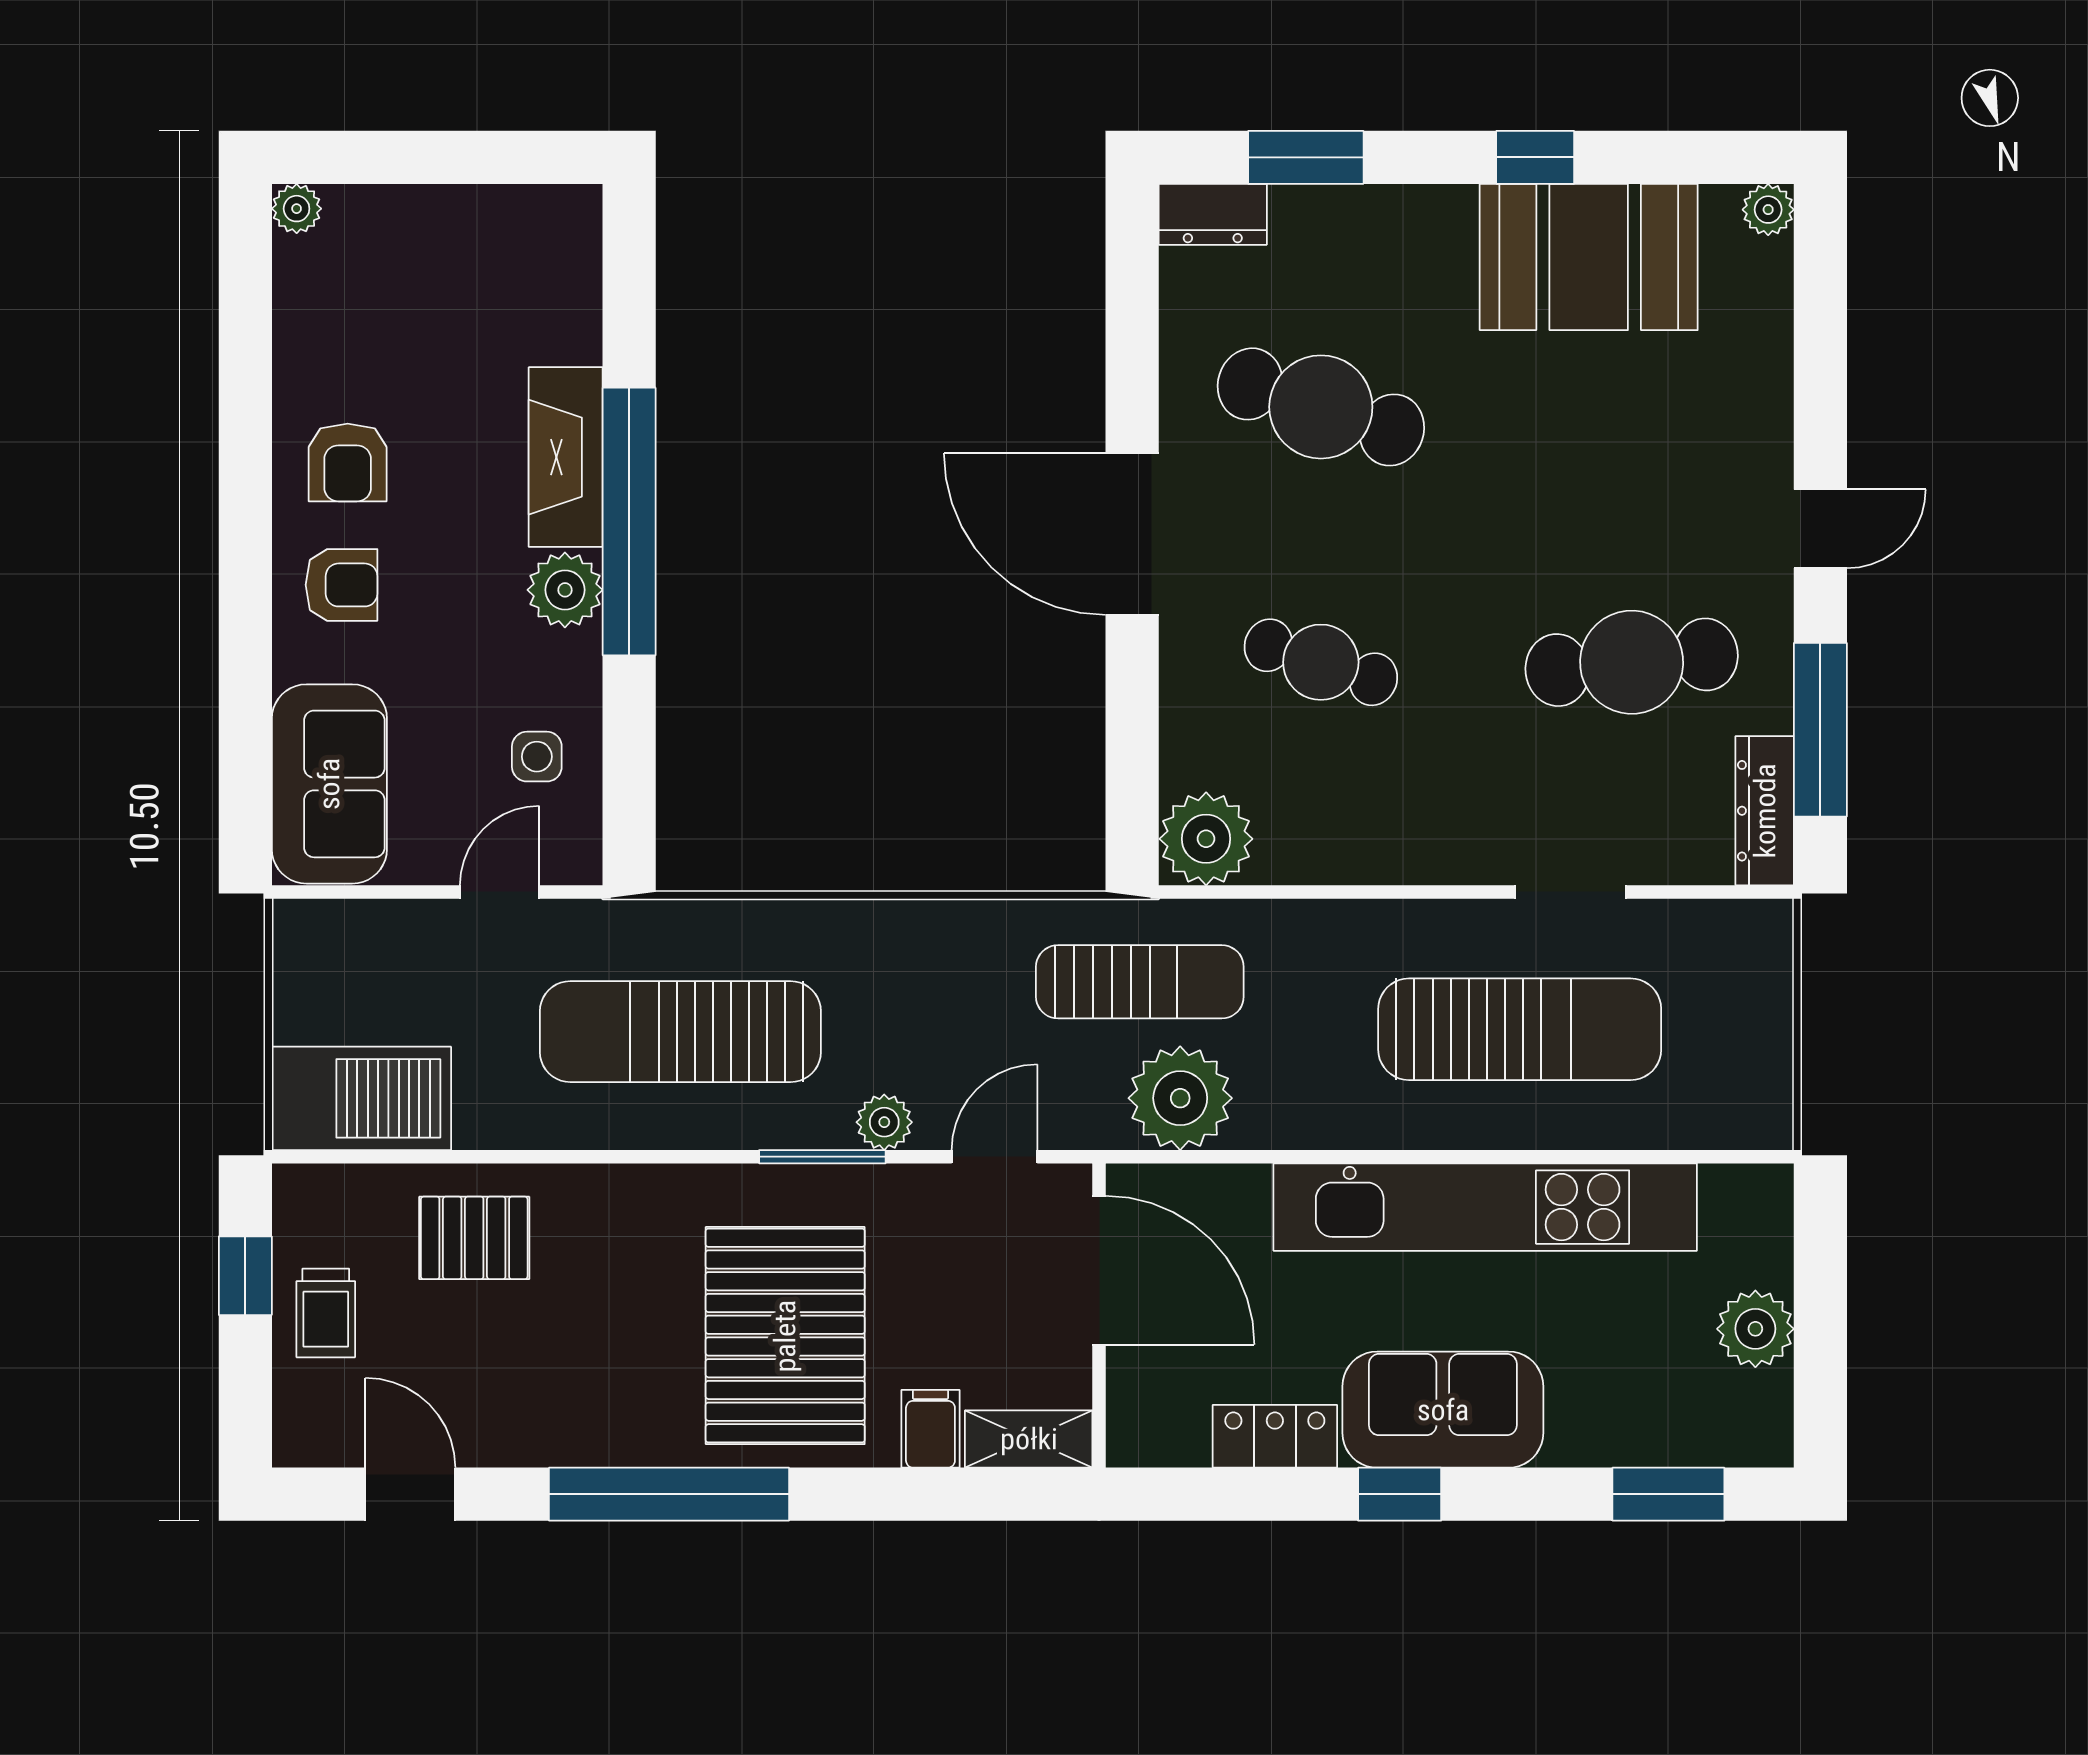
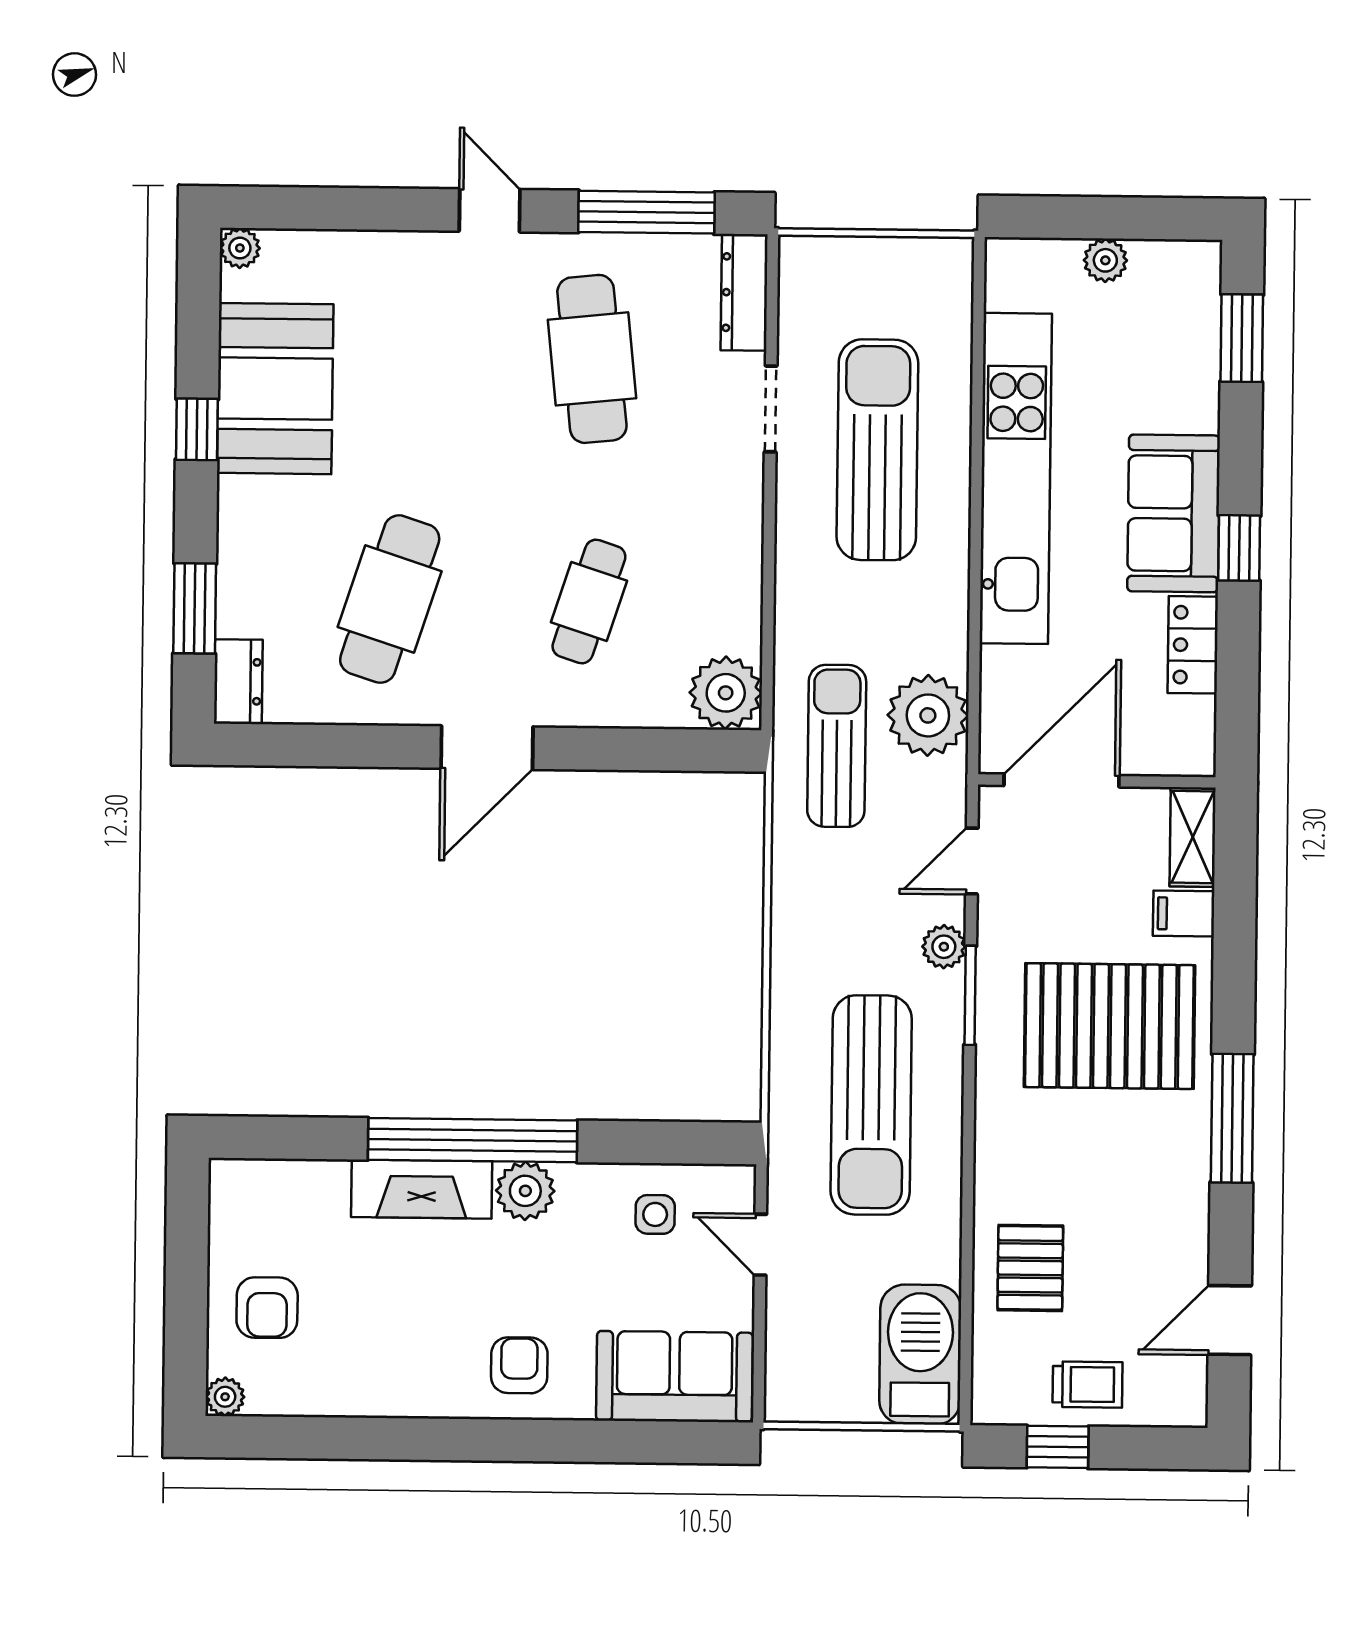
armchair: (348, 463) -> (267, 1308), moved, turned 90
door: (1132, 534) -> (487, 748), width x0.73
dresser: (1765, 811) -> (744, 292), moved, turned 90
door: (995, 1157) -> (972, 861), hinge flipped
plant: (1755, 1329) -> (1105, 260), width x0.73, depth x0.73
window: (669, 1494) -> (1232, 1118), width x0.68

